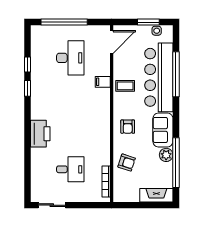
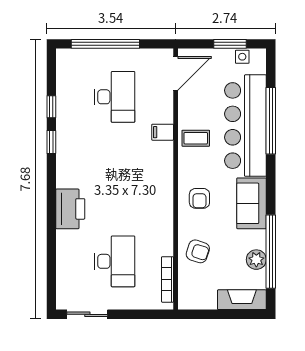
plant: (166, 155) -> (256, 260), moved
desk: (70, 169) -> (115, 261), width x1.37

